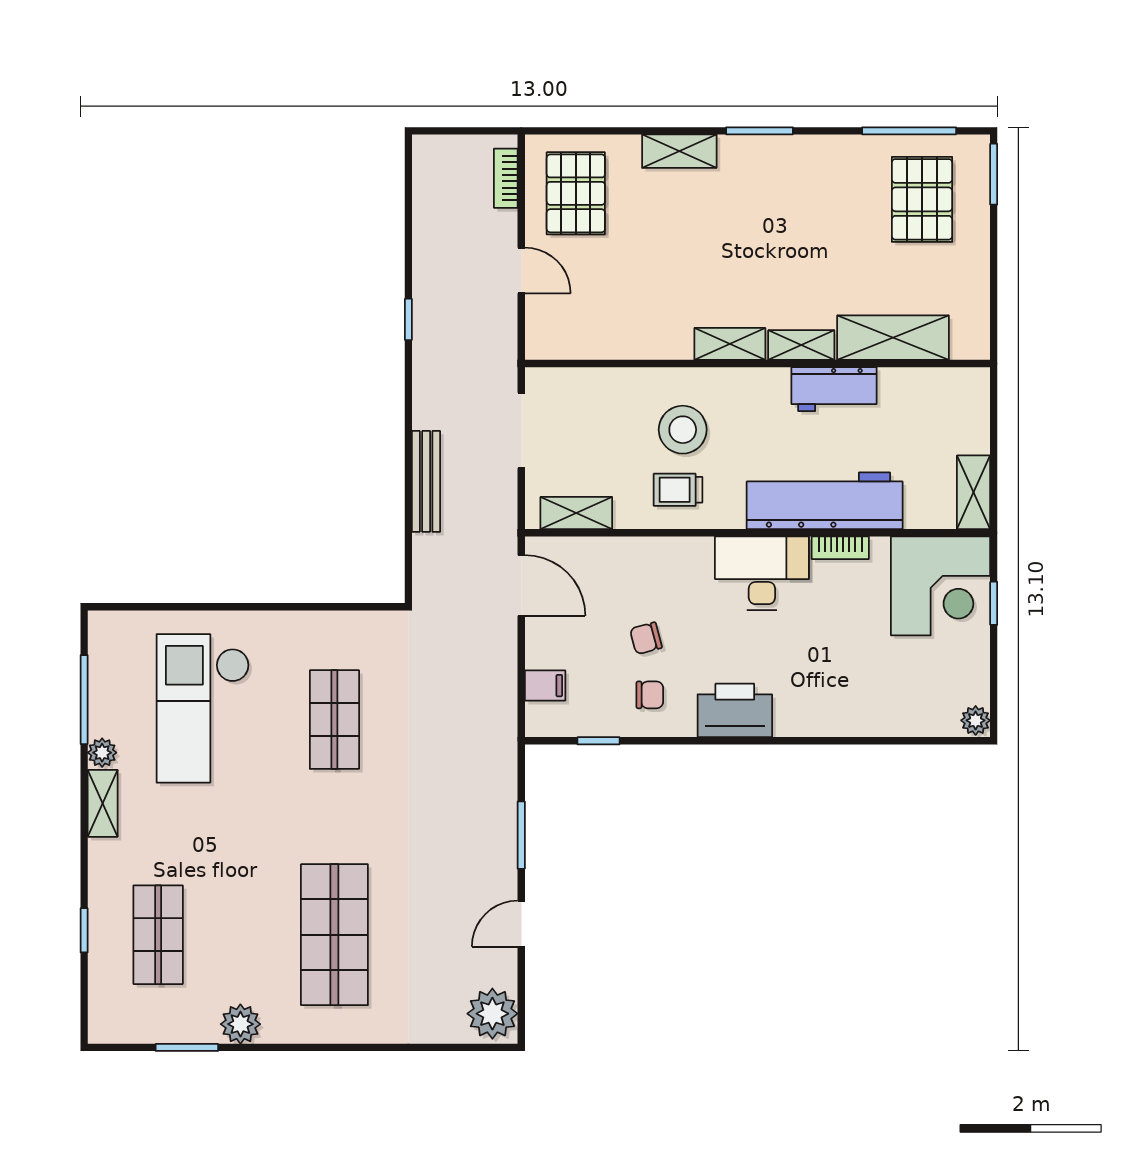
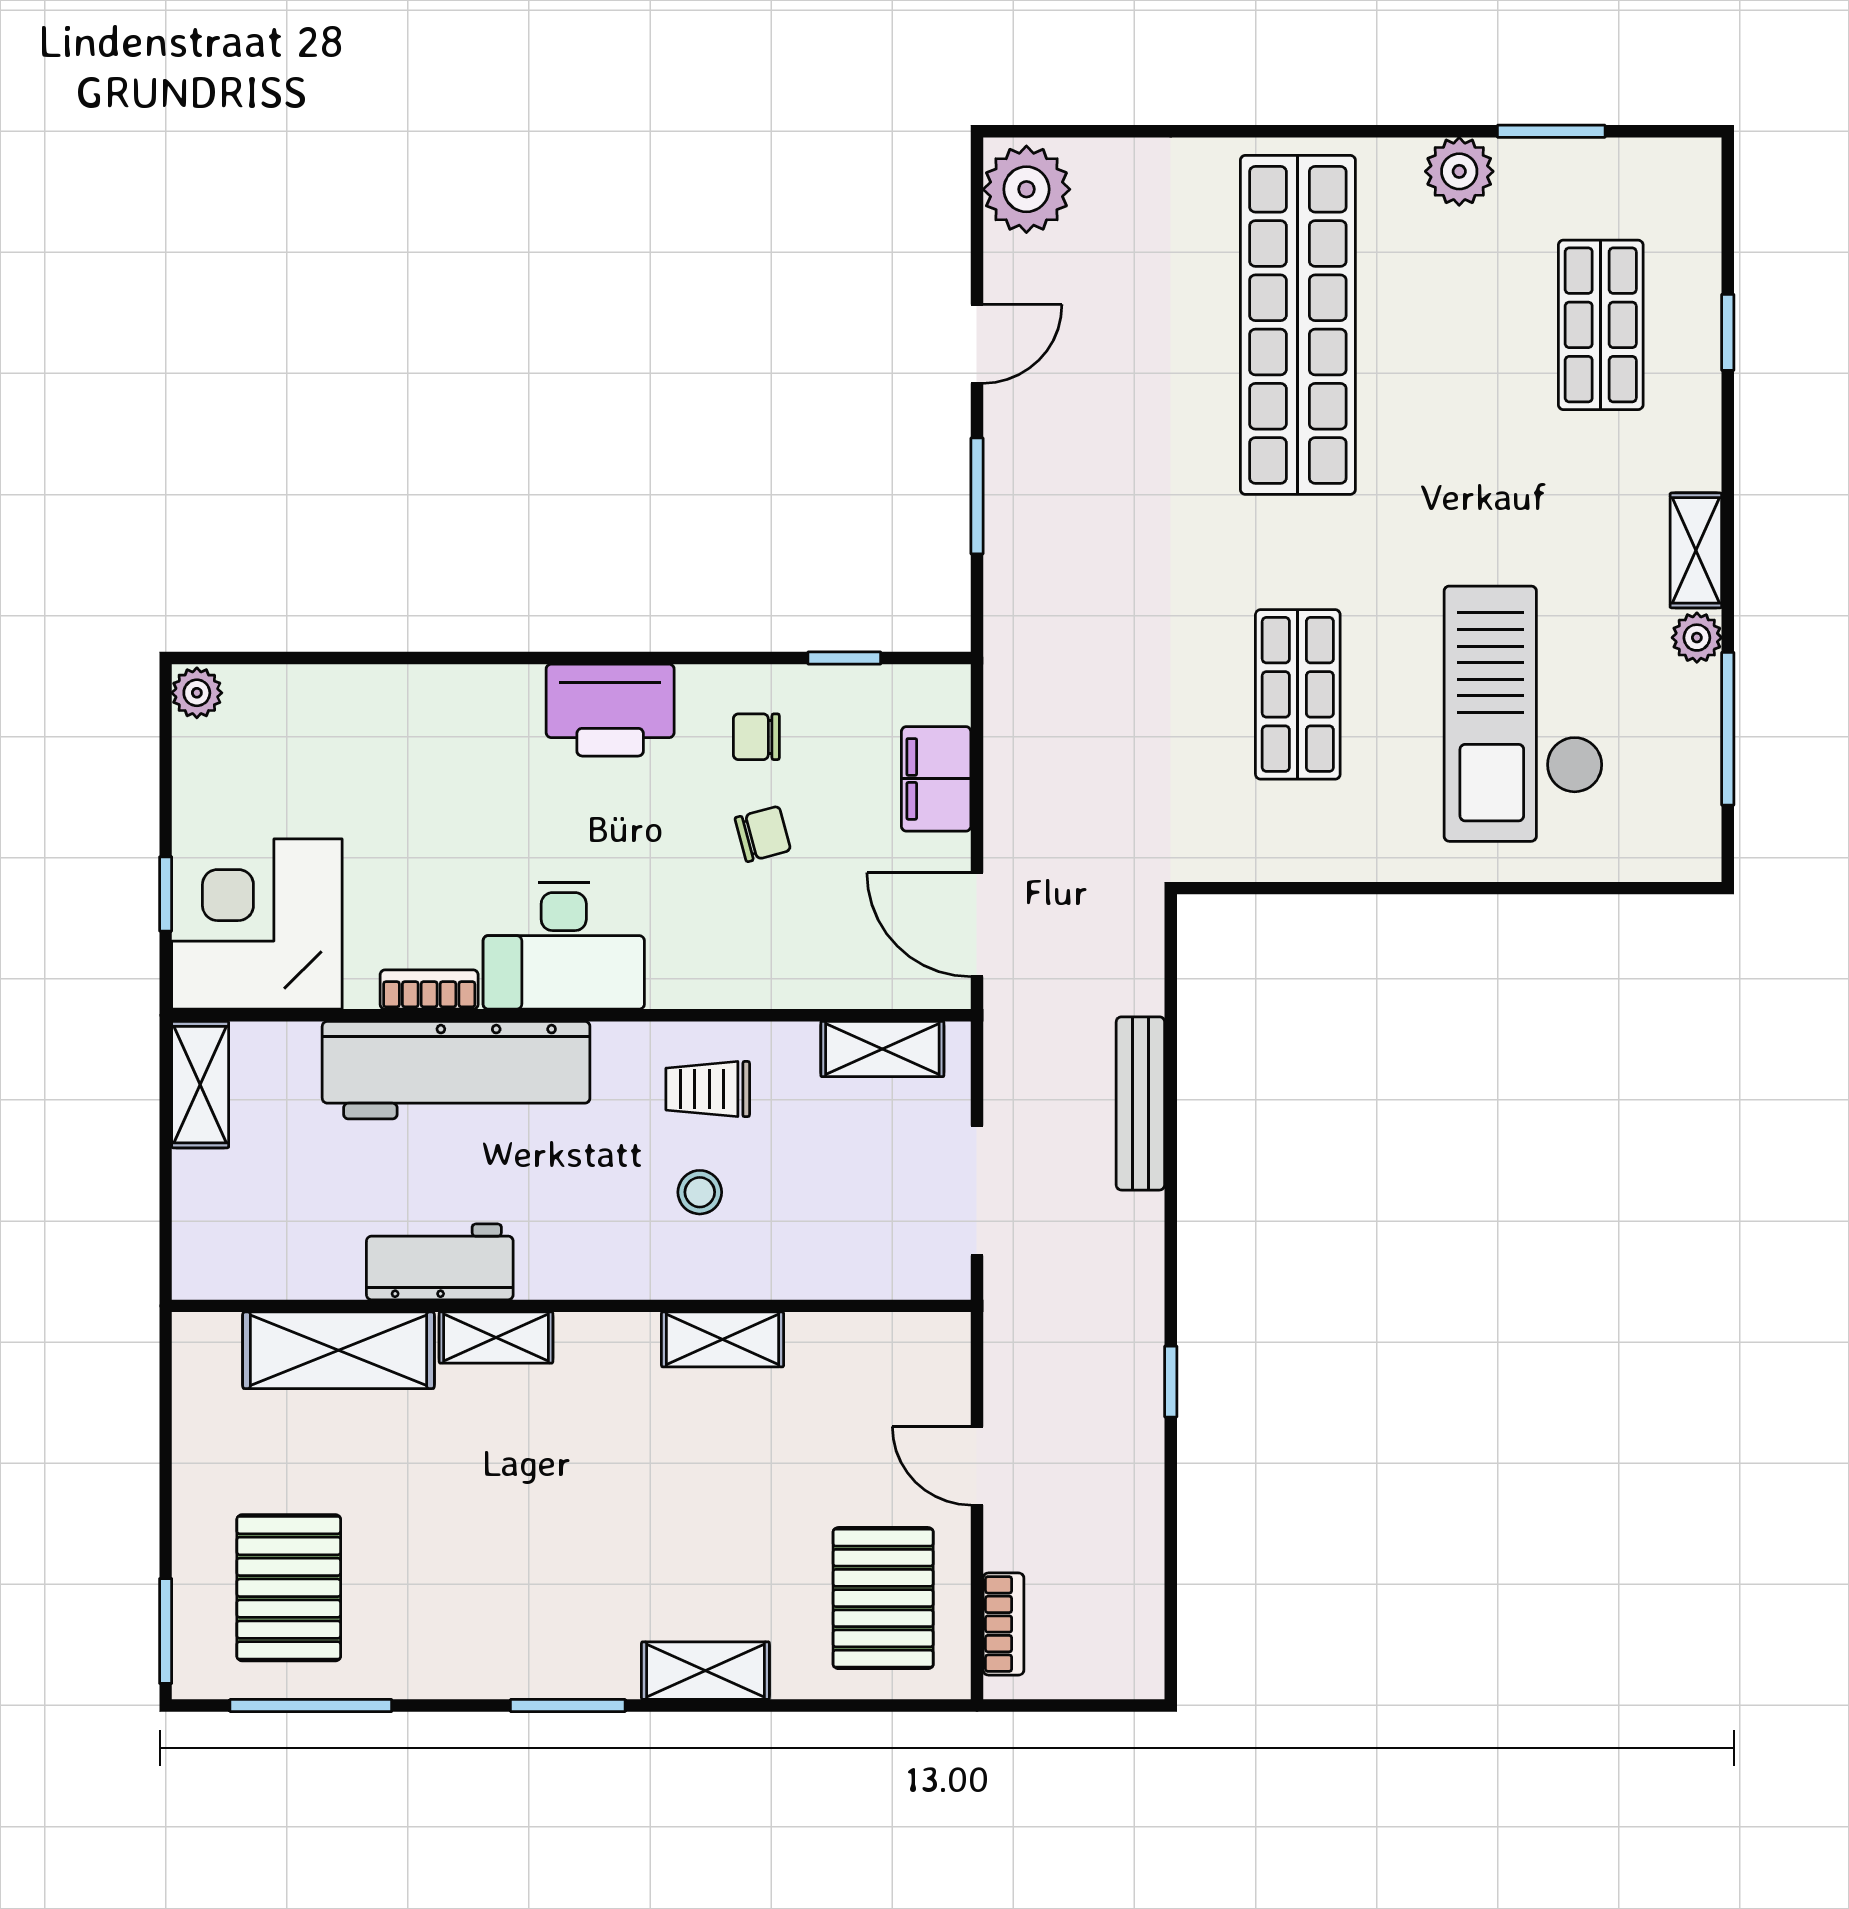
shelving: (730, 344) -> (723, 1339), moved
stool: (683, 430) -> (700, 1192), width x0.53, depth x0.53
trolley: (678, 490) -> (708, 1089), turned 180
filing cabinet: (545, 686) -> (936, 779), width x2.00
checkout: (203, 708) -> (1524, 714), turned 180
shop shelf: (334, 935) -> (1298, 325), width x1.40

